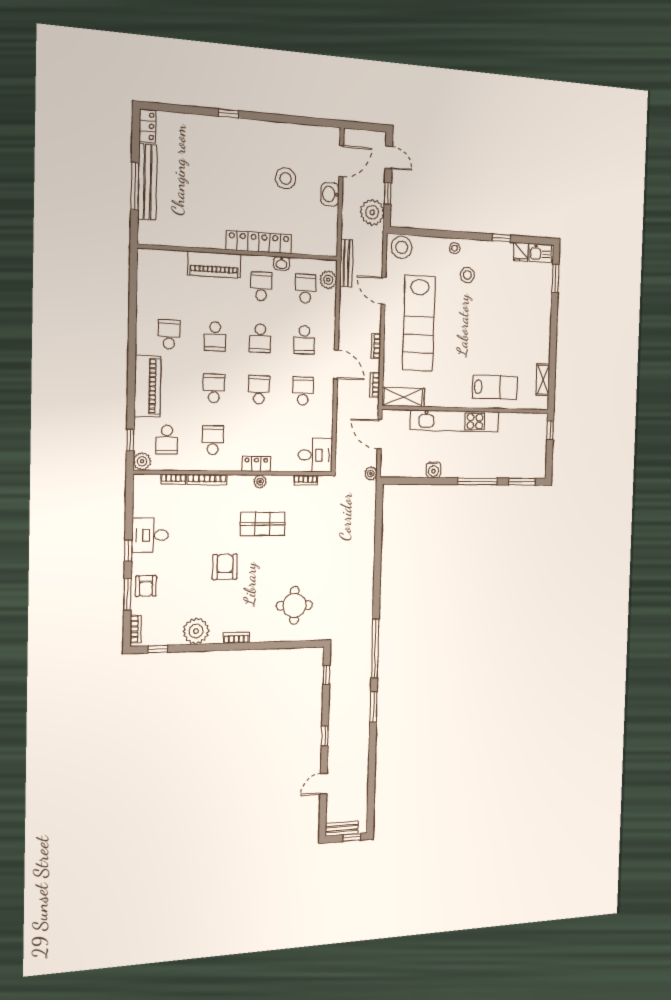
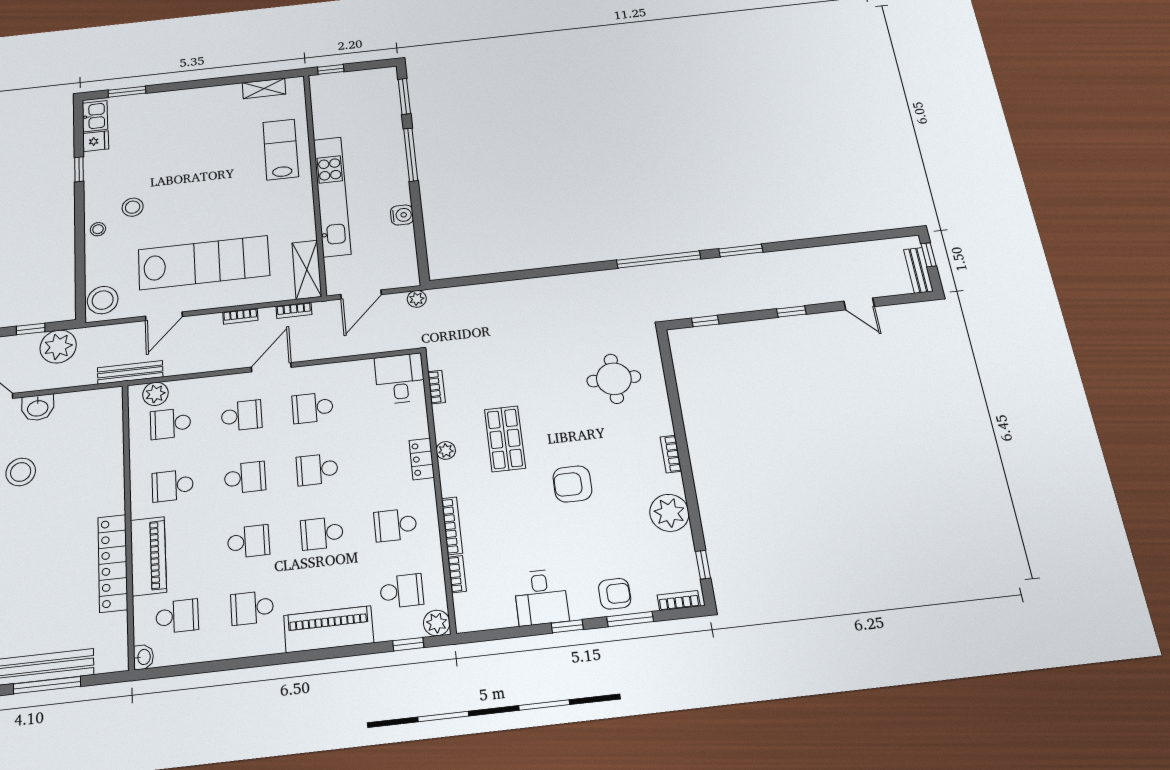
locker: (259, 242) -> (113, 563), moved
washbasin: (281, 263) -> (143, 657), moved
school desk: (170, 281) -> (177, 616), added

